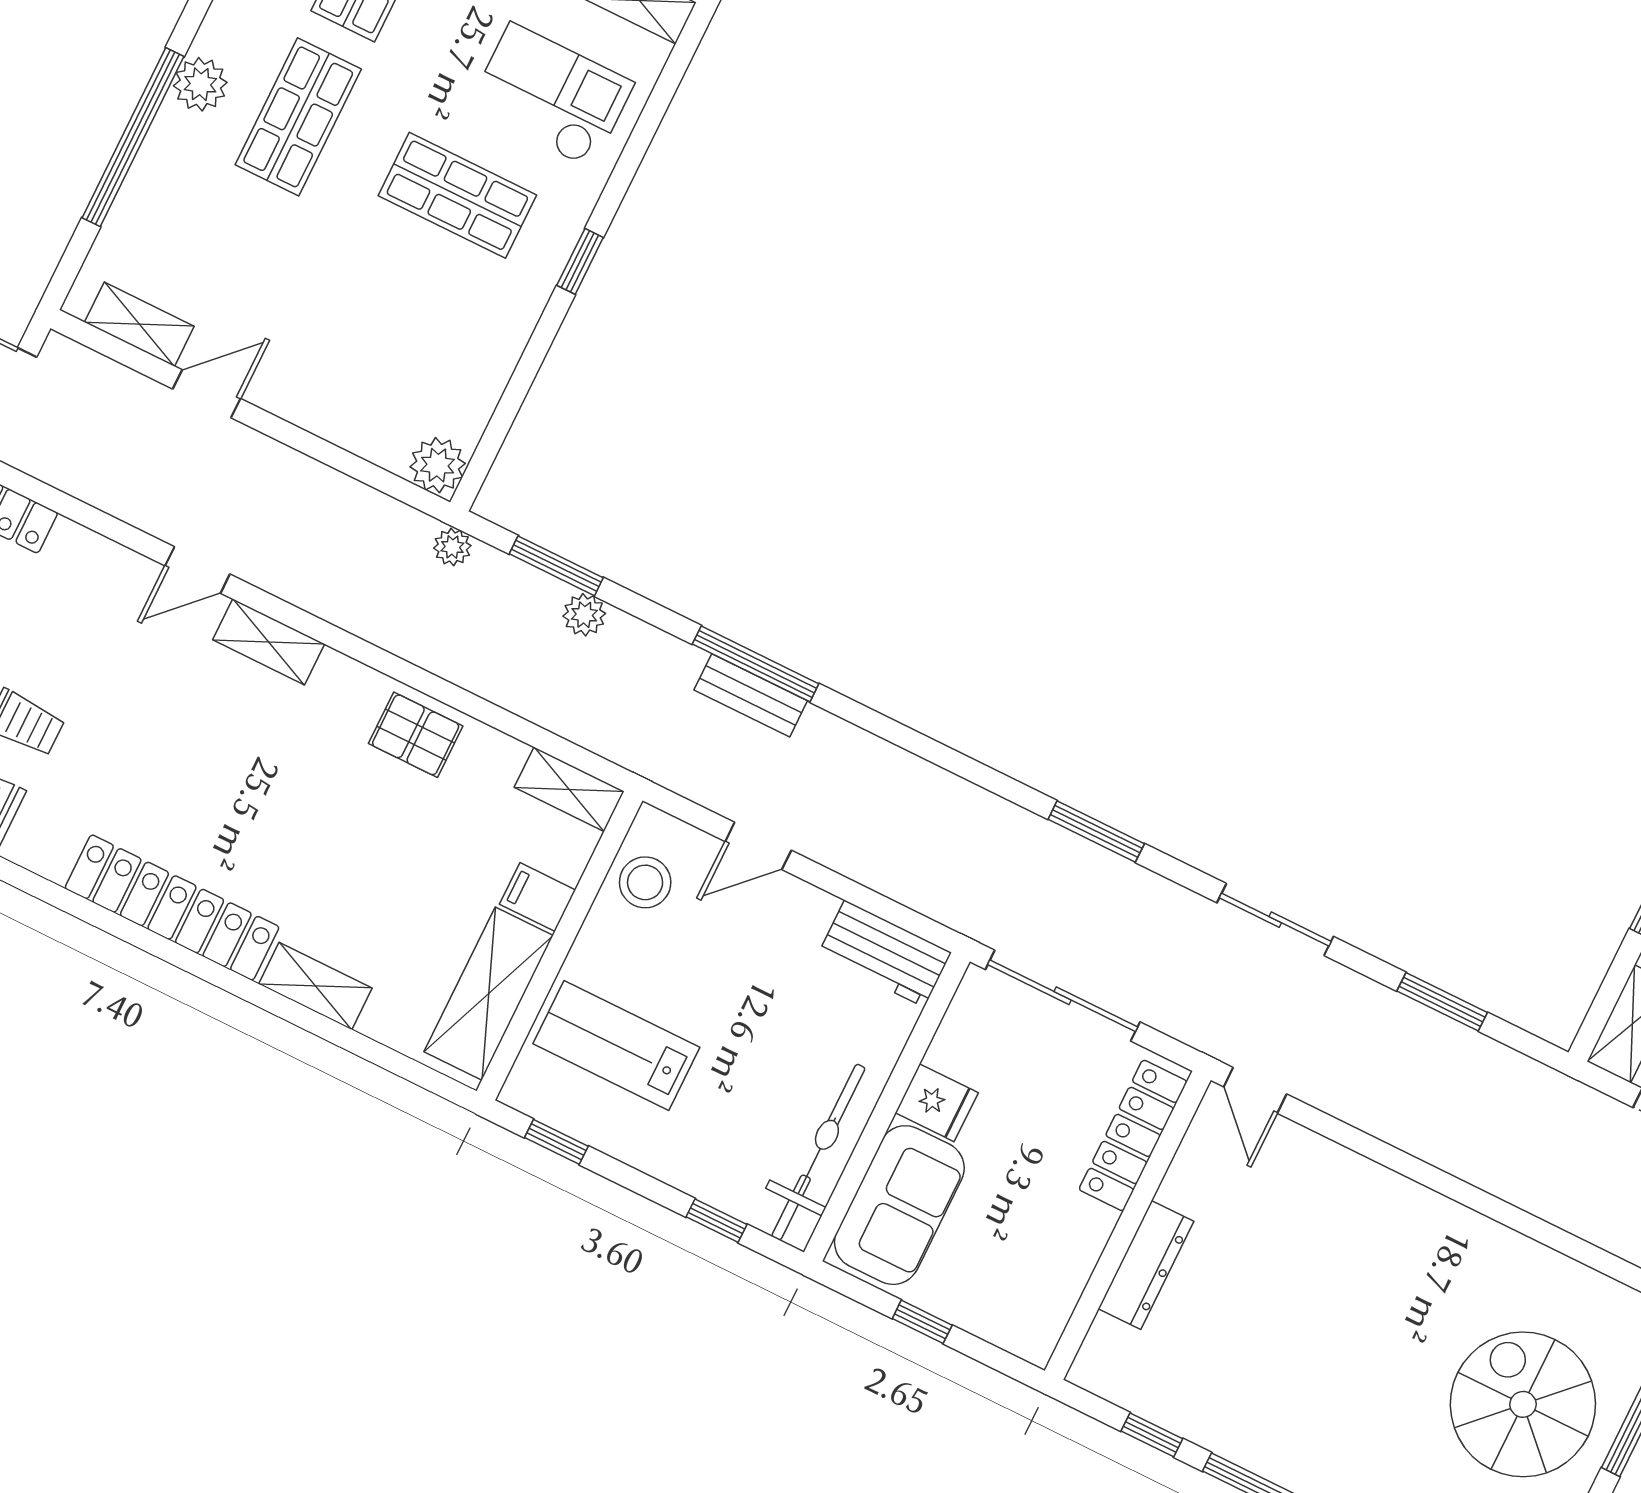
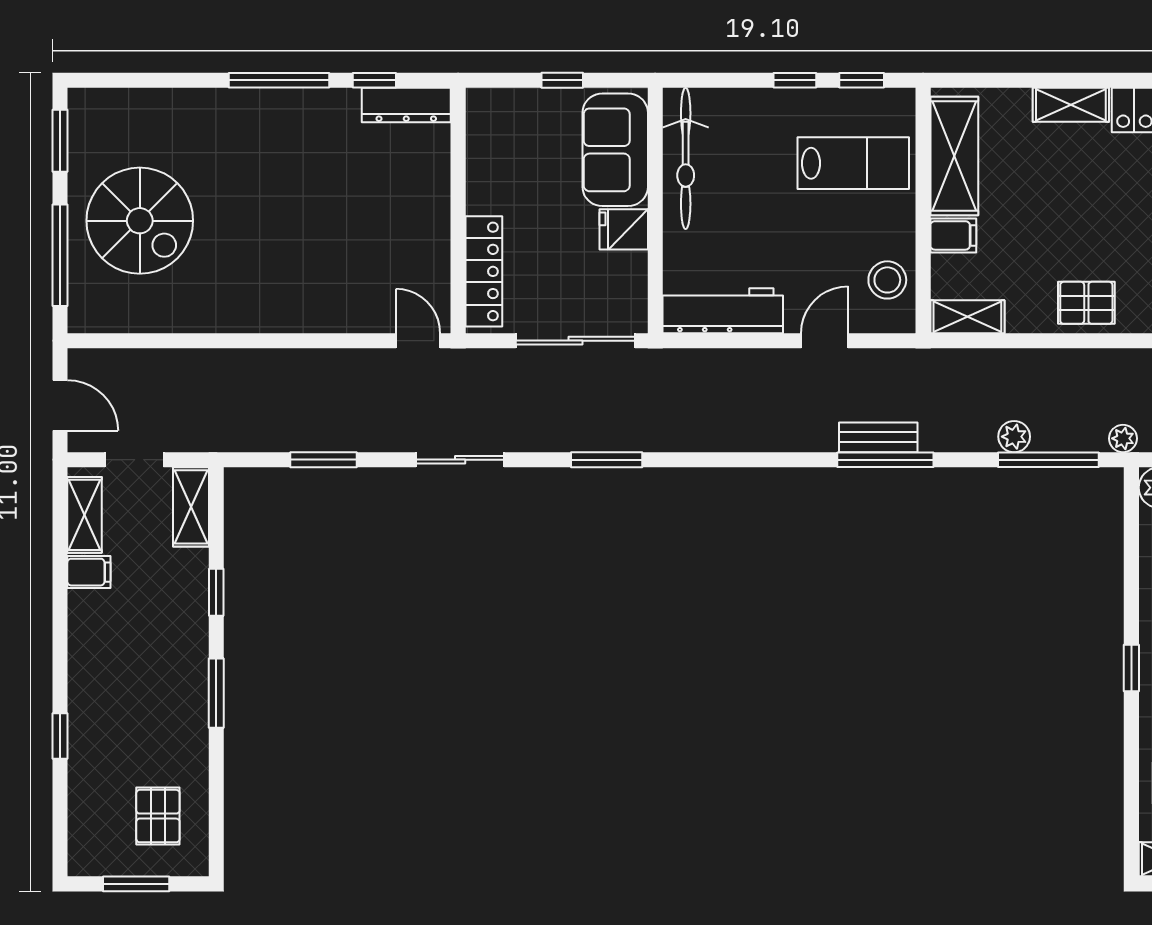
window: (556, 566) -> (1048, 460), width x1.44
workbench: (885, 954) -> (723, 311), width x1.38
window: (716, 1221) -> (795, 80), moved
dresser: (1146, 1265) -> (406, 105), moved, turned -90

